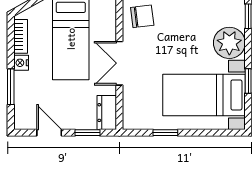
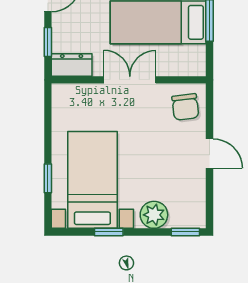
plant: (229, 43) -> (154, 215), width x0.73, depth x0.73
window: (165, 133) -> (48, 178), moved

